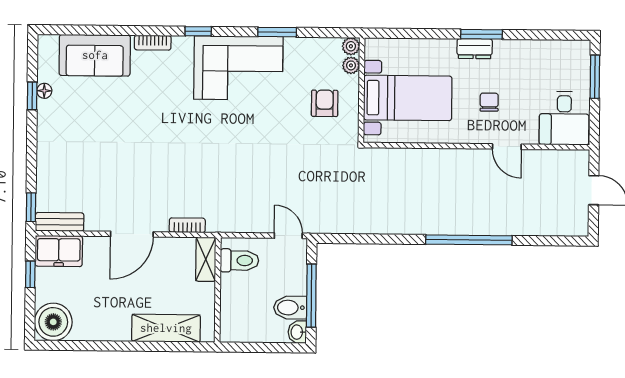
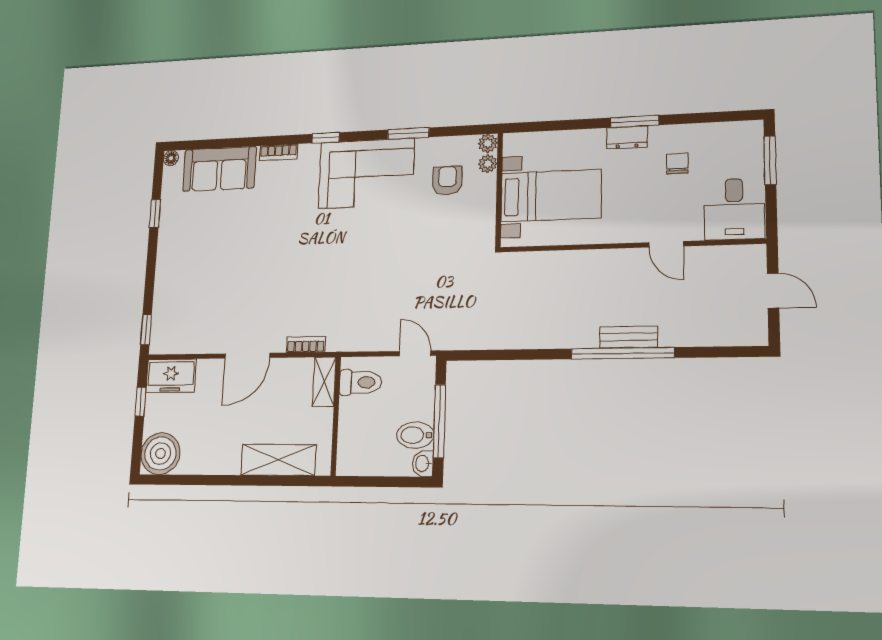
floor lamp: (44, 91) -> (171, 158), moved
chair: (489, 102) -> (677, 164), moved
armchair: (325, 103) -> (447, 181), moved
bench: (60, 222) -> (629, 337), moved

